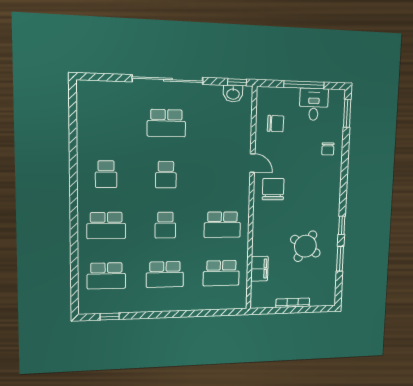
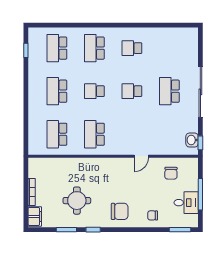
chair: (273, 189) -> (120, 211), moved
round table: (305, 246) -> (77, 201), turned -32
filing cabinet: (259, 269) -> (35, 216), moved, turned -90

